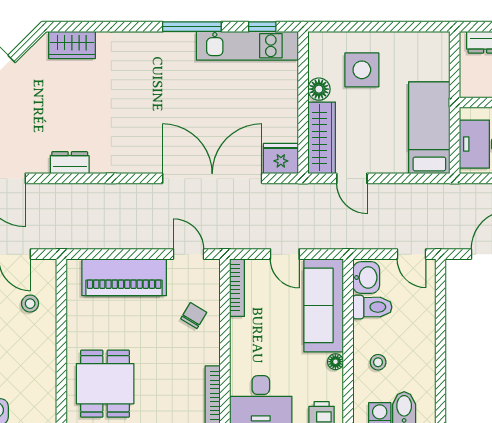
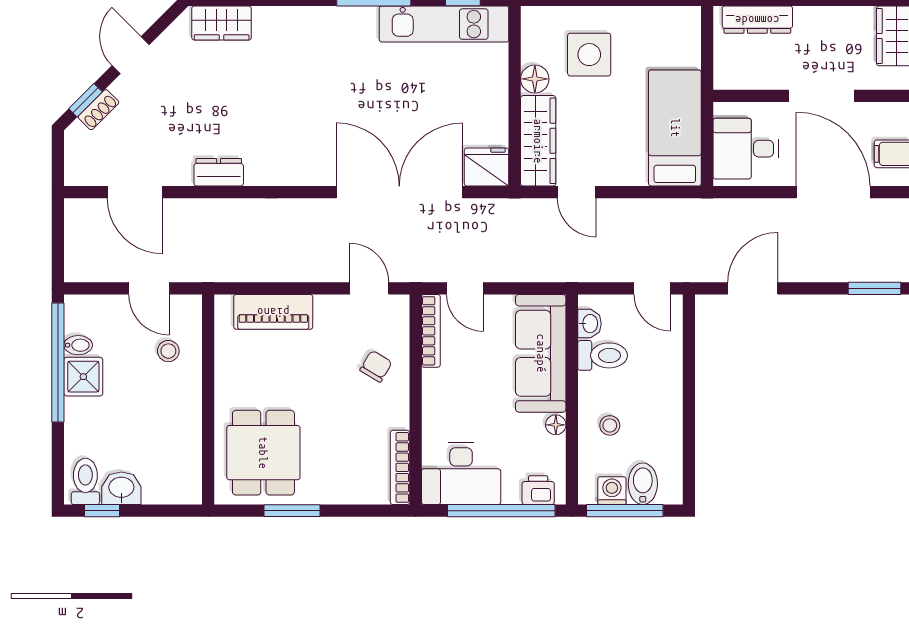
door: (285, 254) -> (465, 288), moved
piano: (124, 277) -> (273, 312), width x0.73, depth x0.75
washbasin: (366, 278) -> (589, 324), width x0.72, depth x0.69

